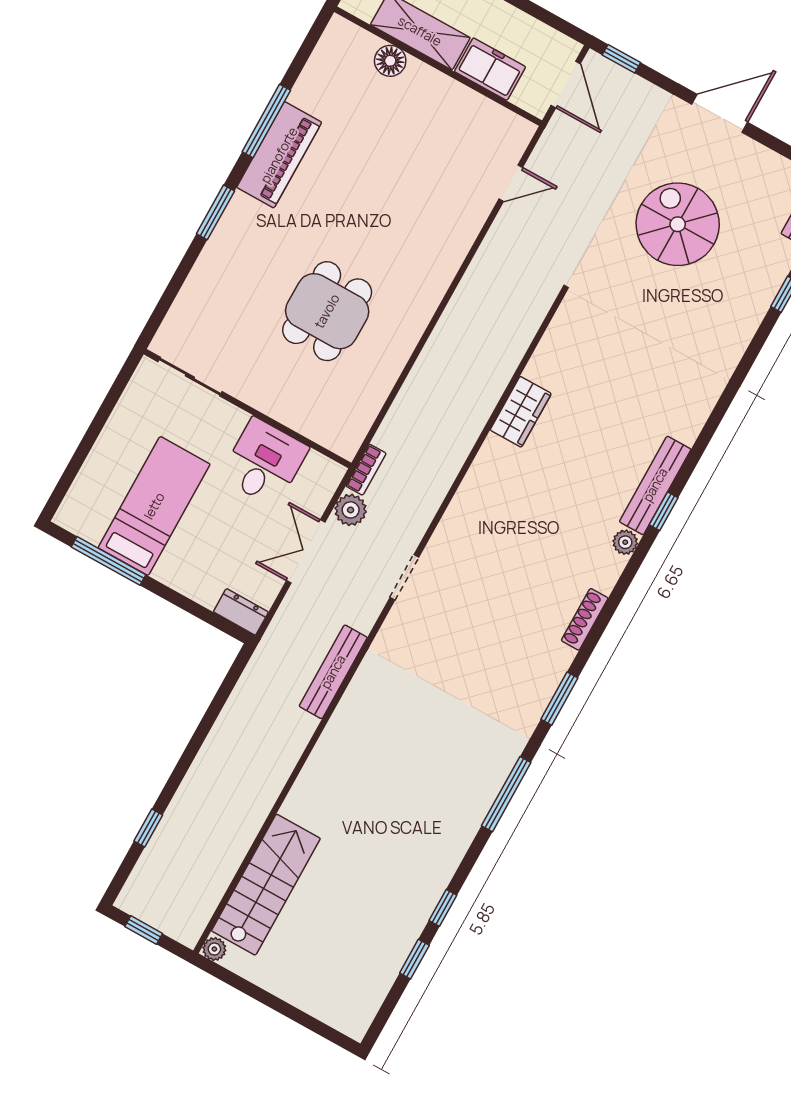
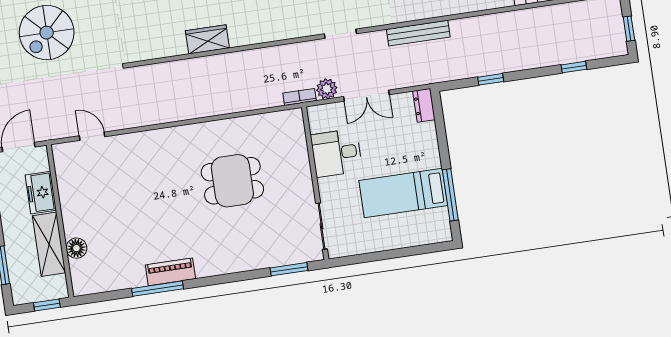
piano: (279, 155) -> (170, 272), width x0.73, depth x0.75
window: (215, 212) -> (289, 269), moved
window: (210, 716) -> (491, 79), added

